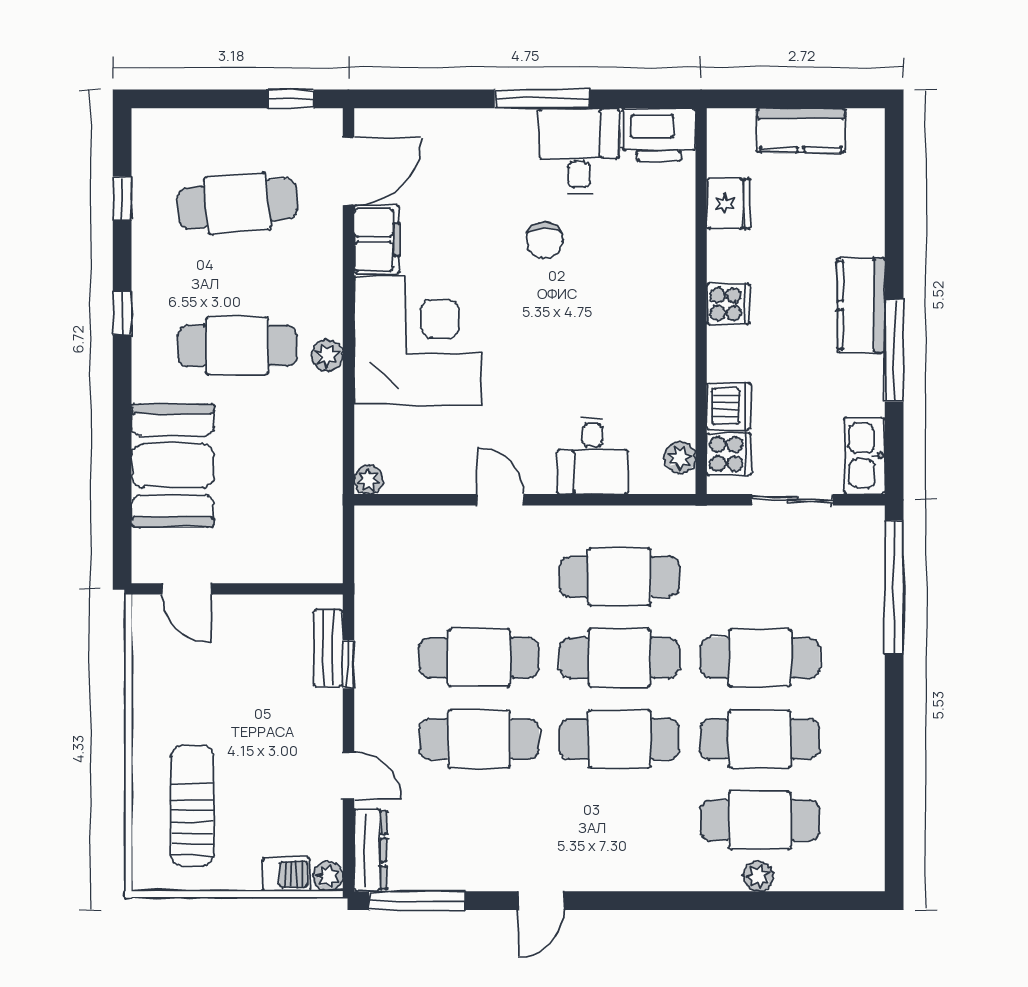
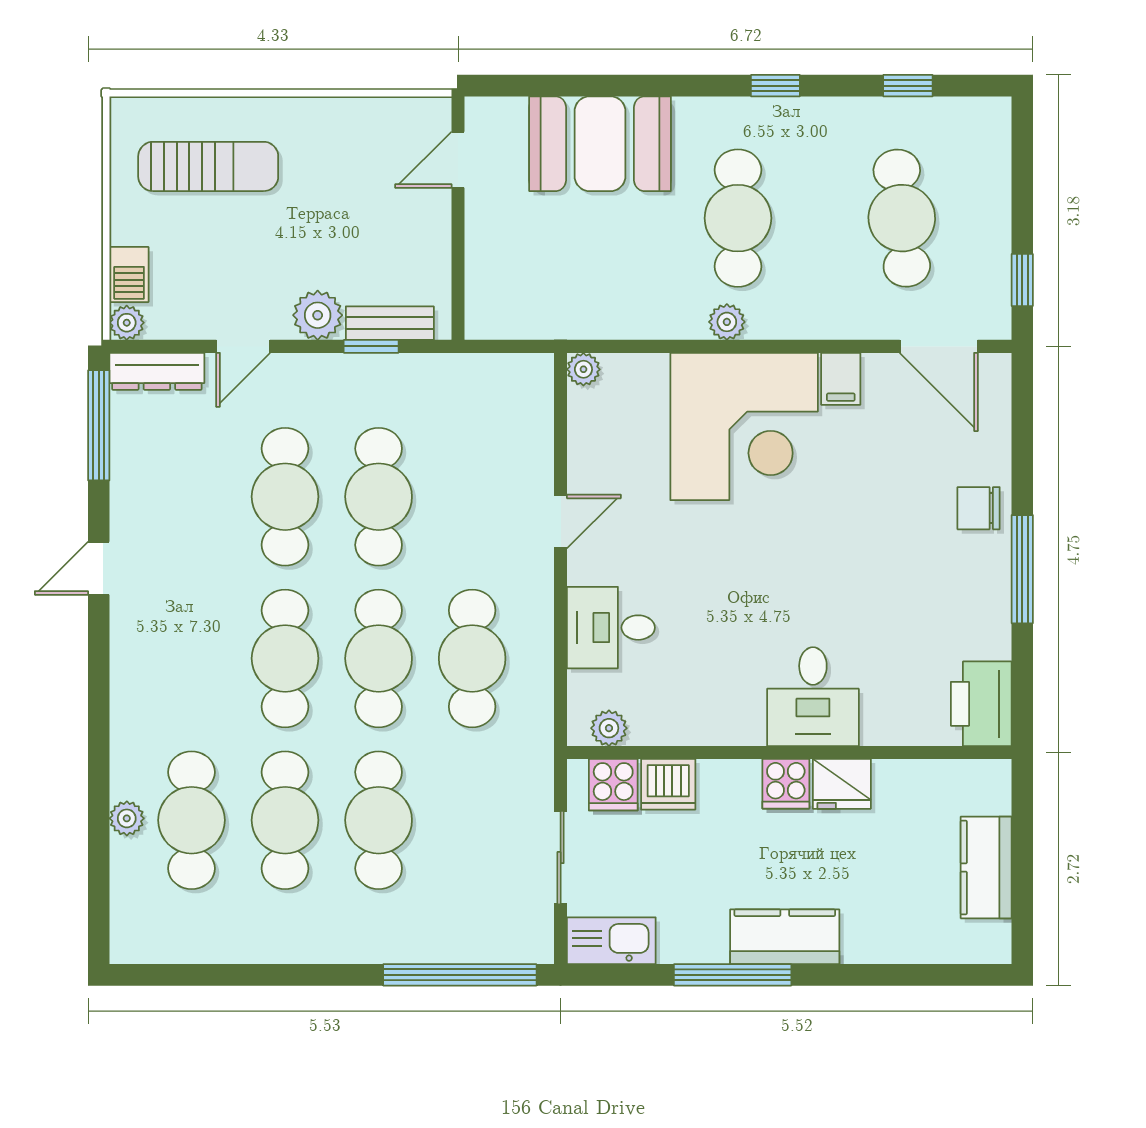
desk: (579, 151) -> (813, 697), moved, turned 90
fridge: (728, 204) -> (842, 784), moved
filing cabinet: (377, 240) -> (841, 379), width x0.50
chair: (545, 240) -> (979, 508), moved
plant: (321, 711) -> (318, 315), added
door: (541, 901) -> (99, 568), hinge flipped

